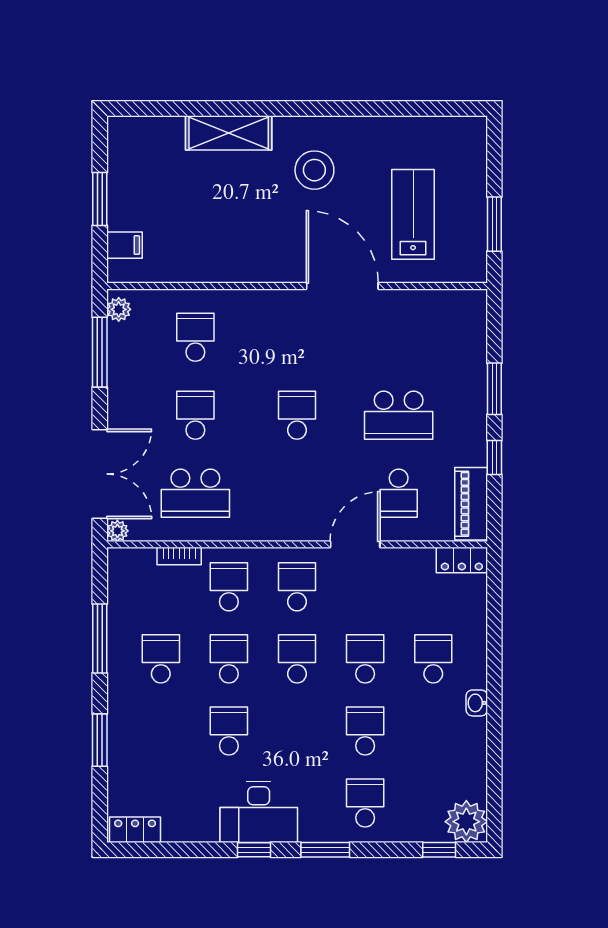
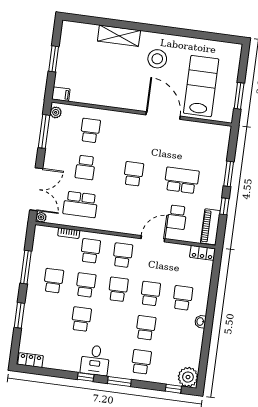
lab bench: (413, 214) -> (201, 86), width x1.36, depth x1.39
filing cabinet: (124, 245) -> (61, 94), moved
school desk: (195, 415) -> (85, 167), turned 180
school desk: (399, 415) -> (182, 180), turned 180
desk: (259, 812) -> (95, 360), width x0.73

